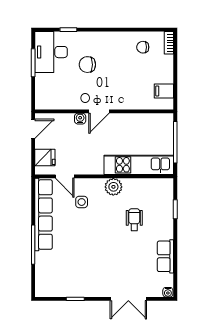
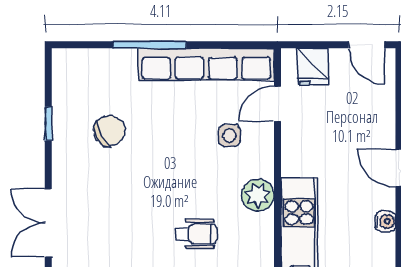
water cooler: (80, 119) -> (385, 221), moved
chair: (79, 266) -> (110, 131), added

